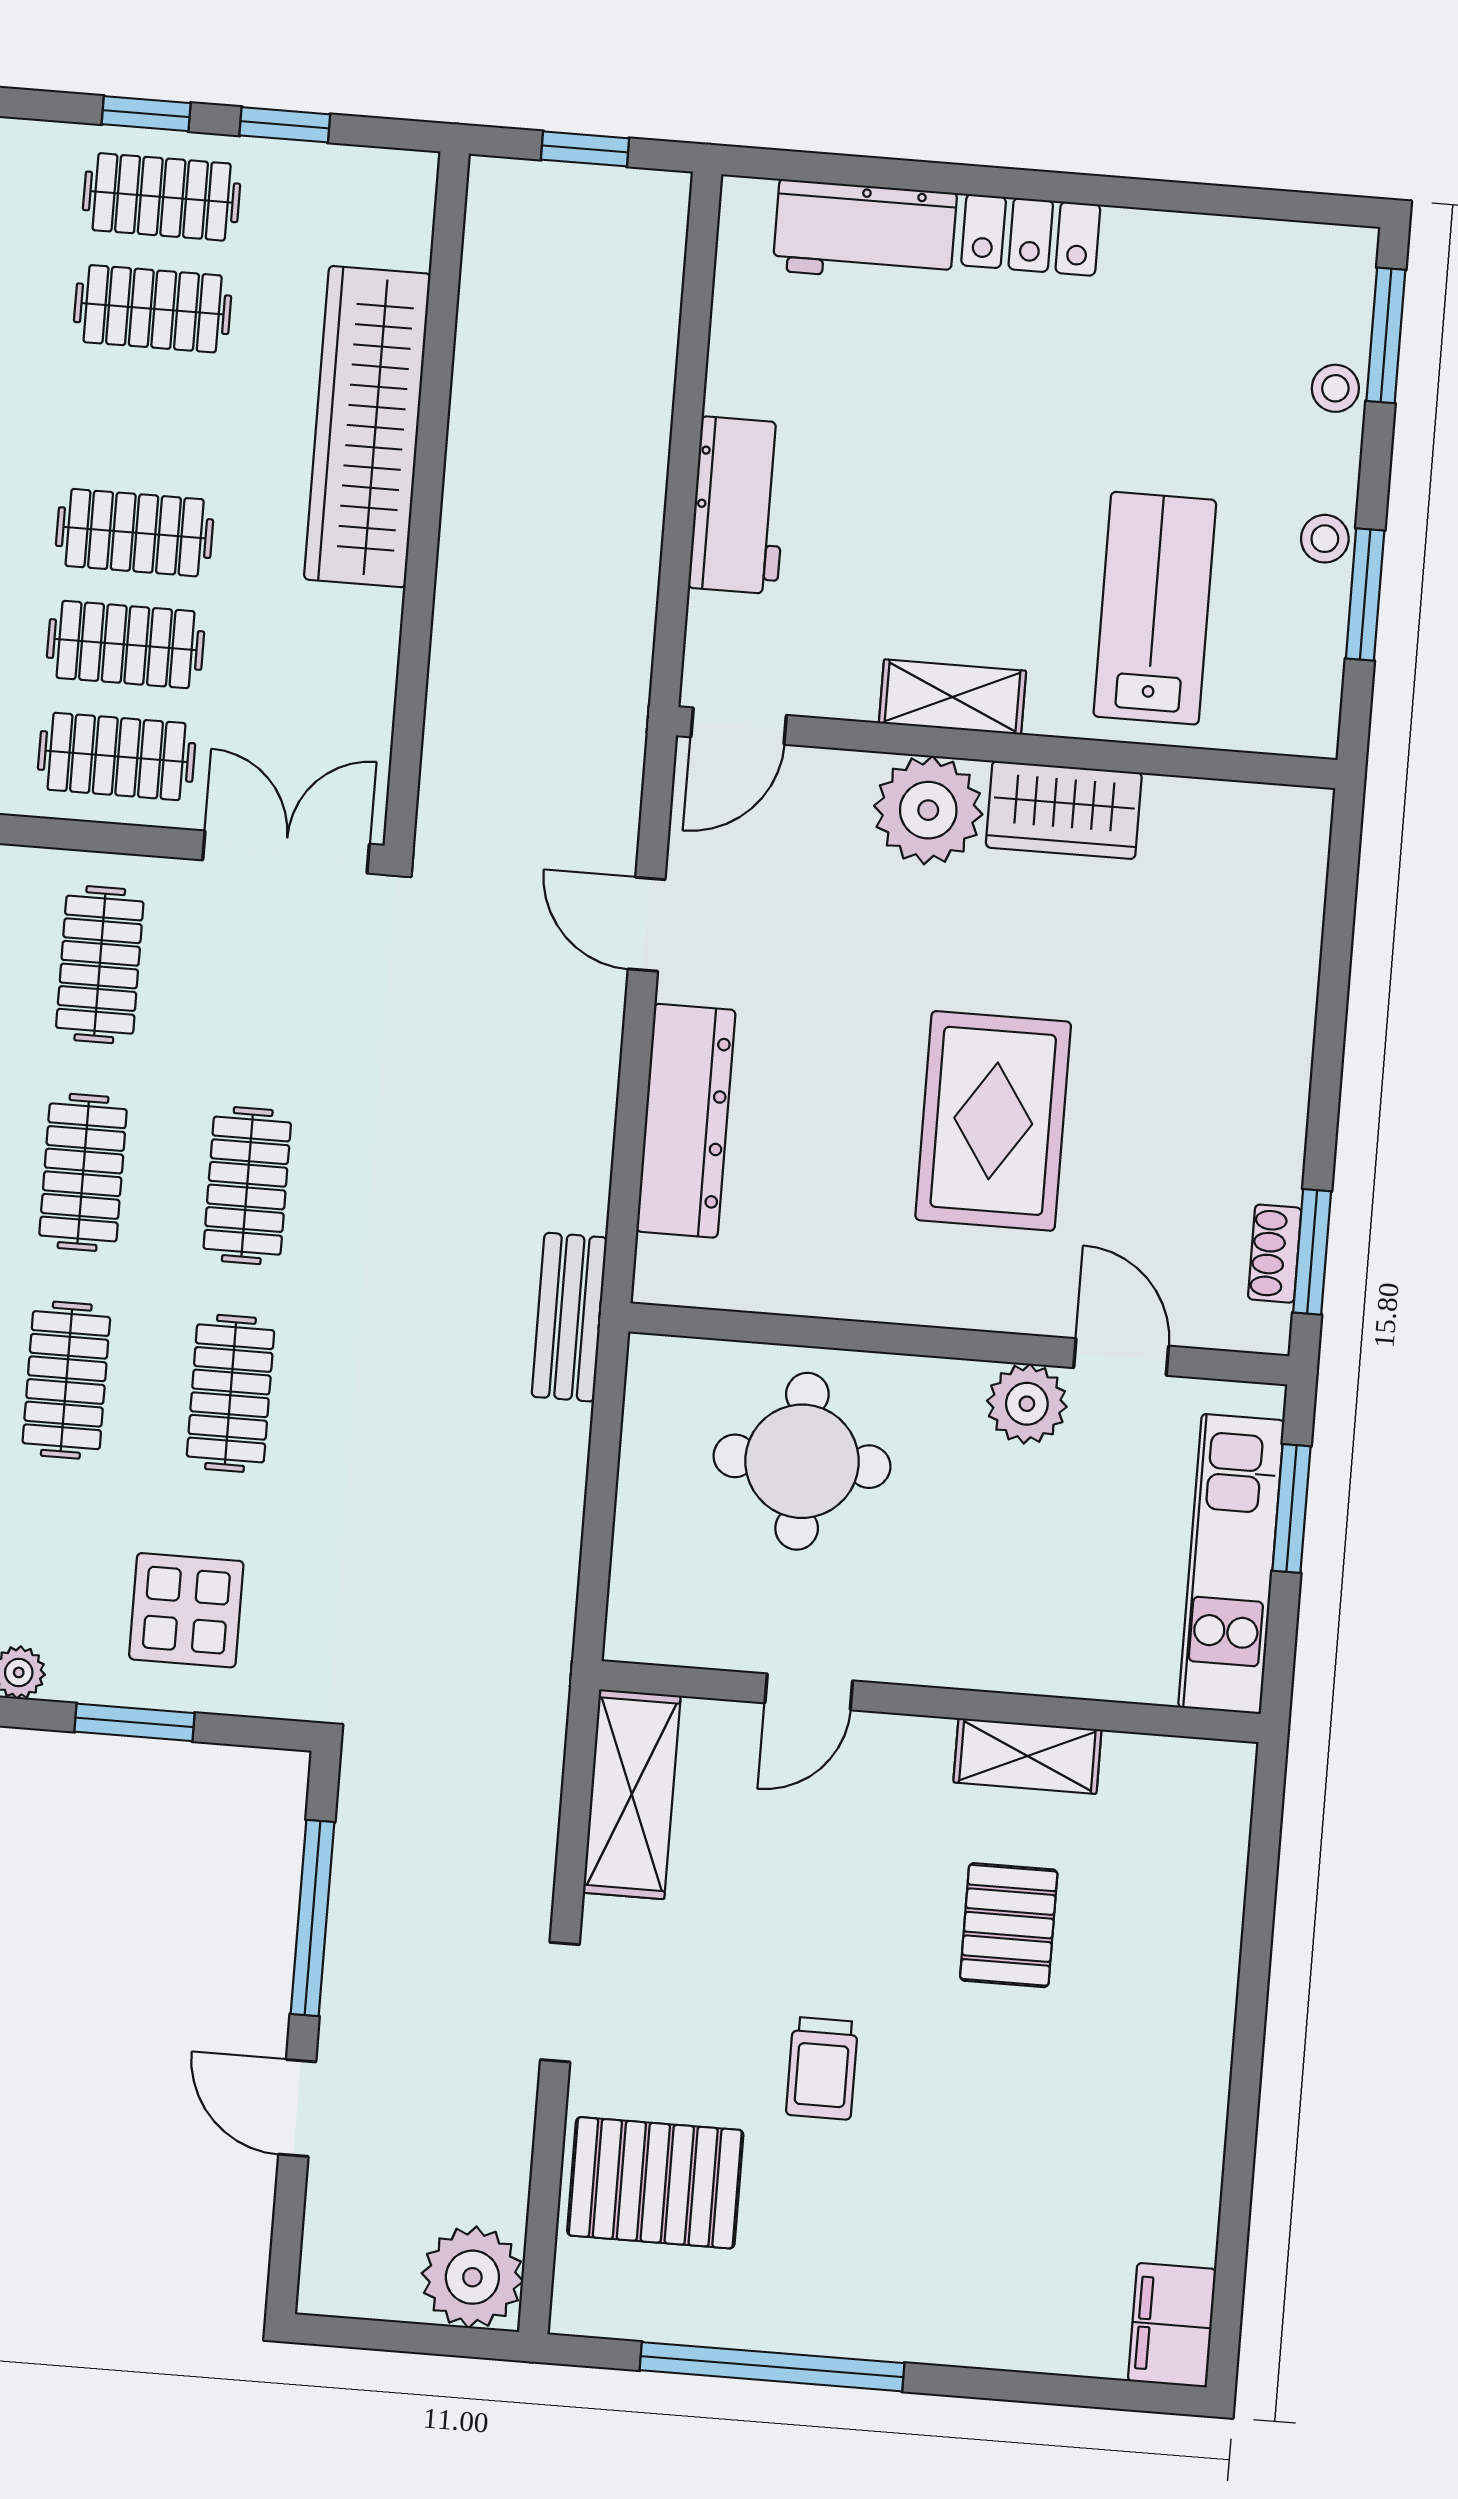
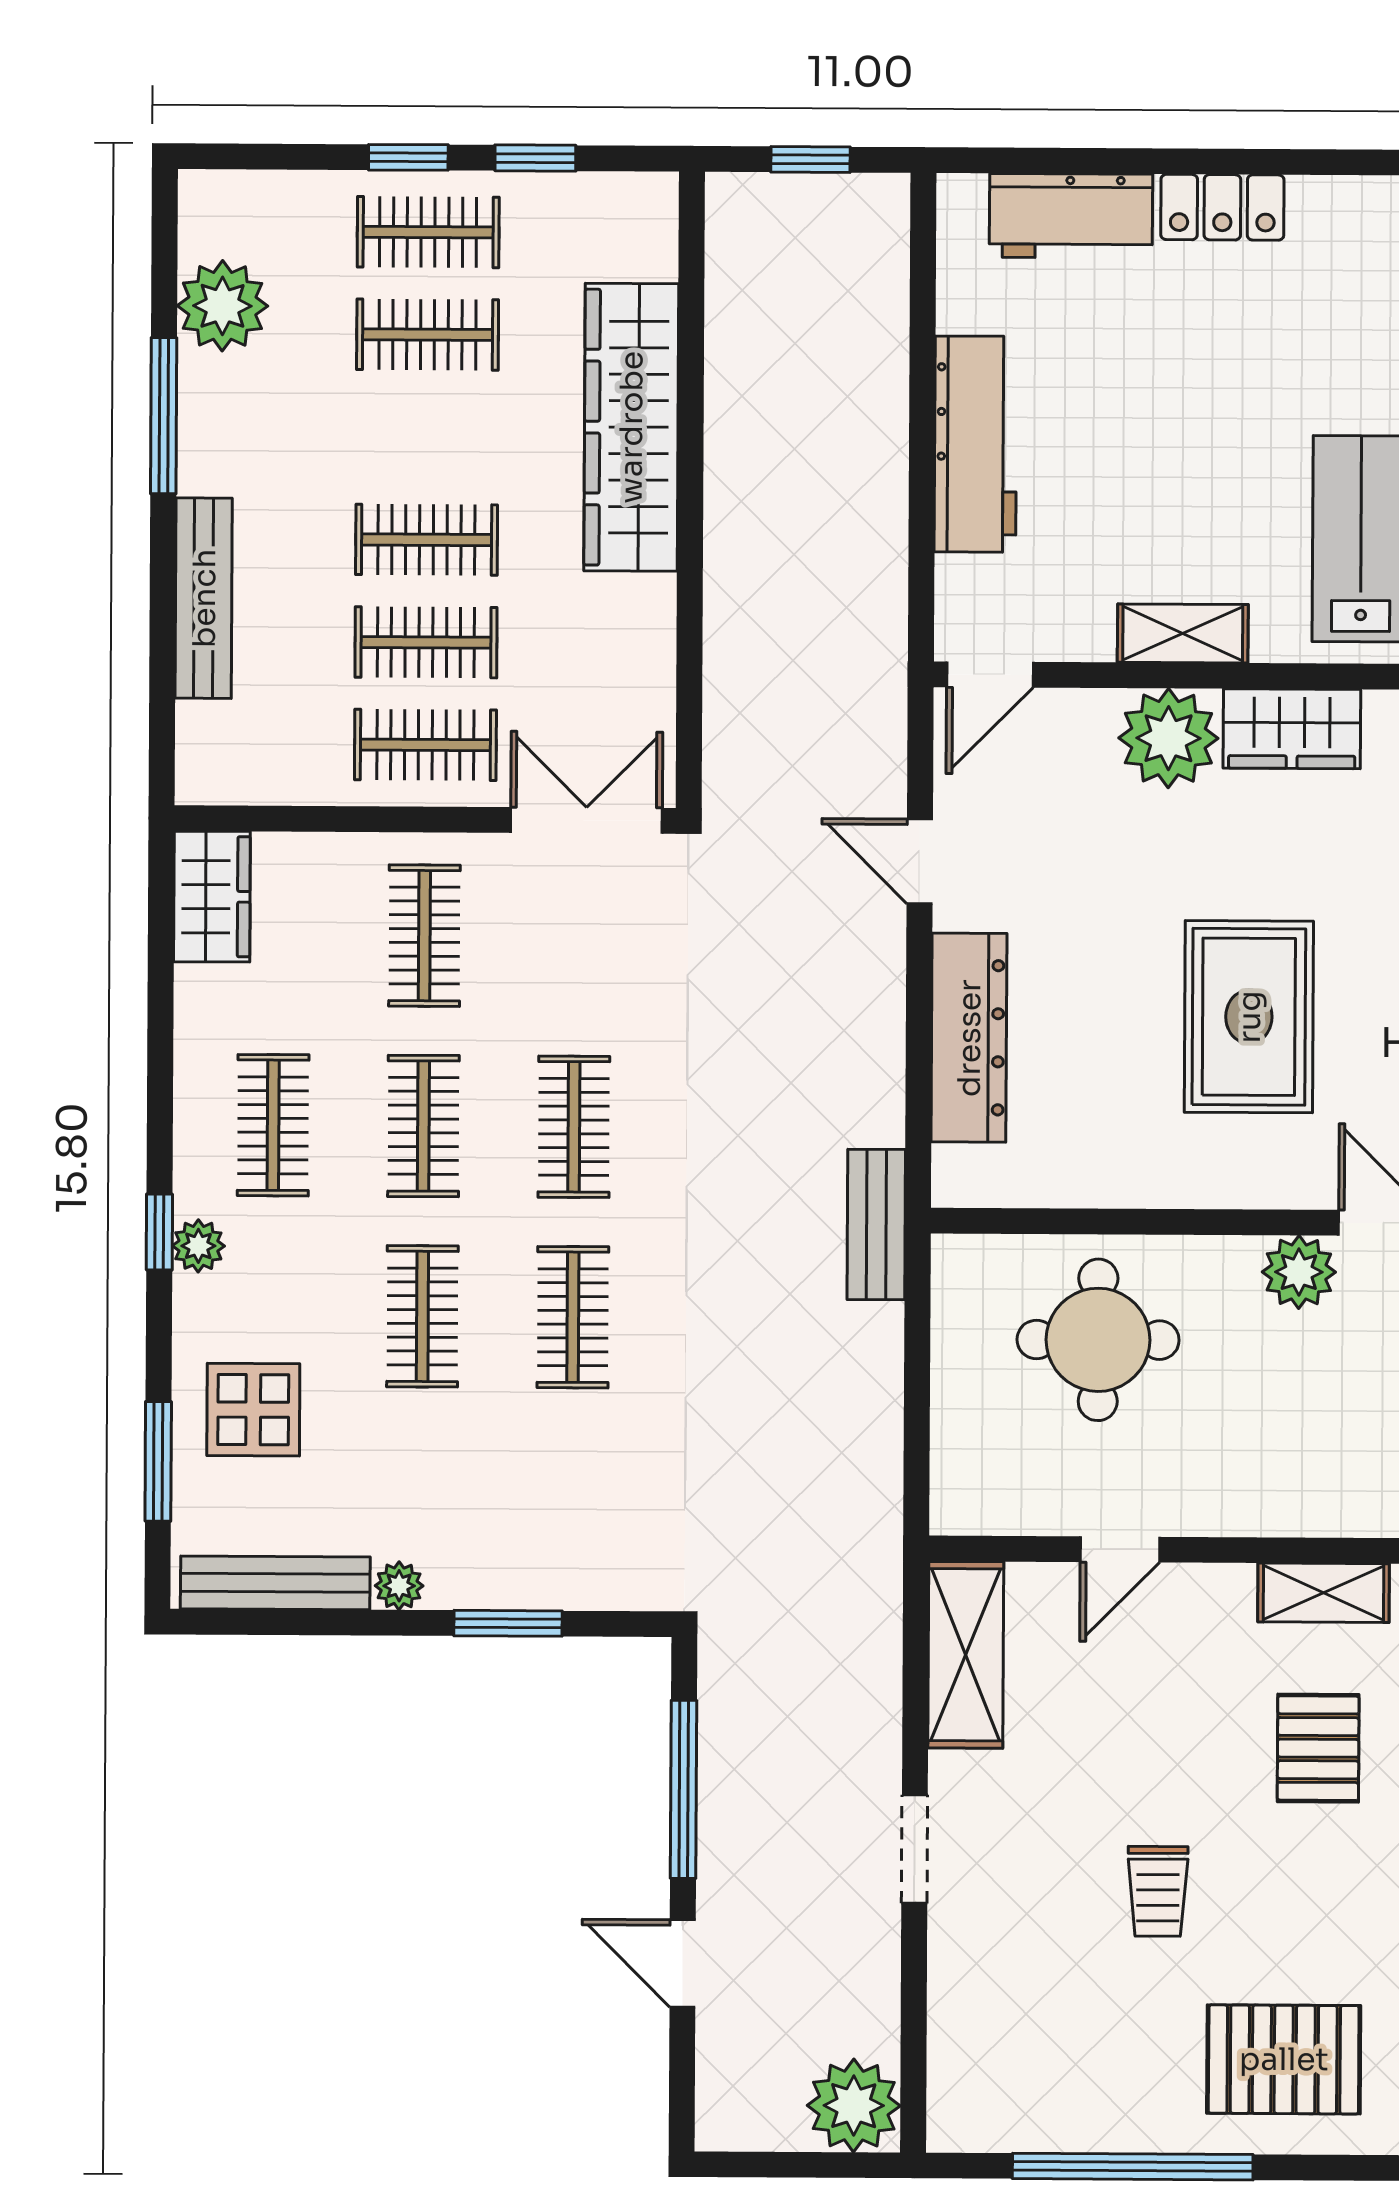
workbench: (739, 505) -> (975, 444), width x1.38
display table: (186, 1610) -> (548, 1518), removed
pallet: (655, 2183) -> (1284, 2059), moved

